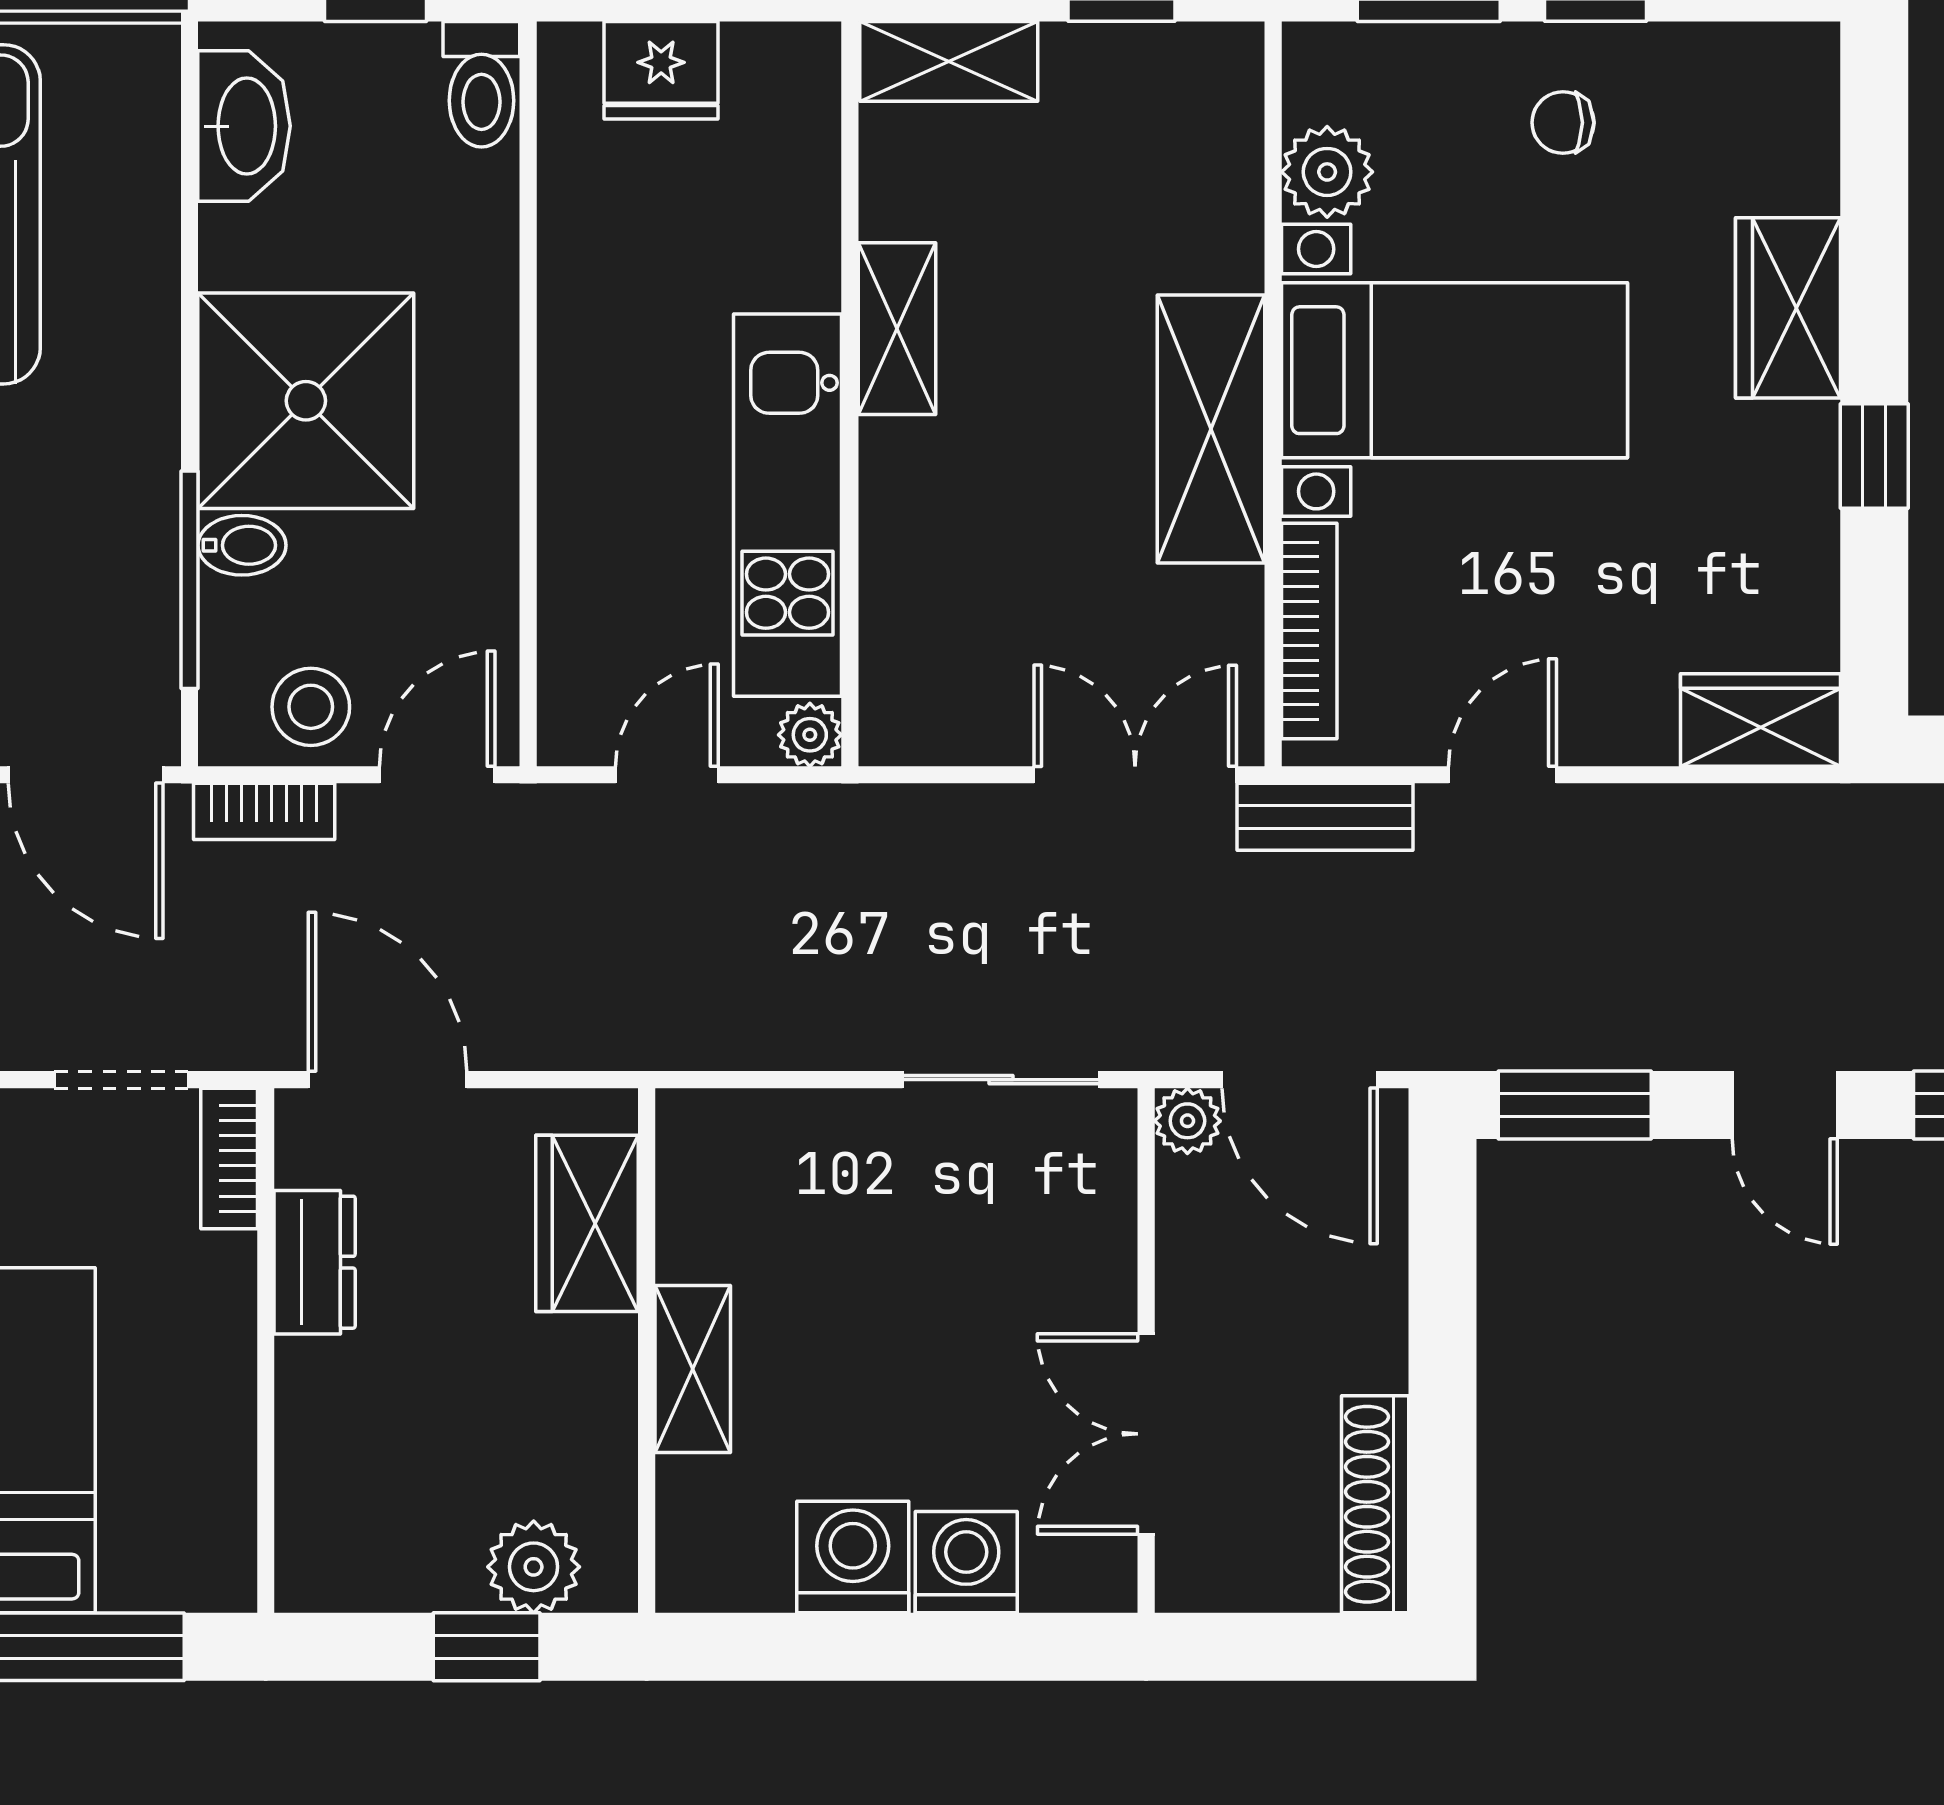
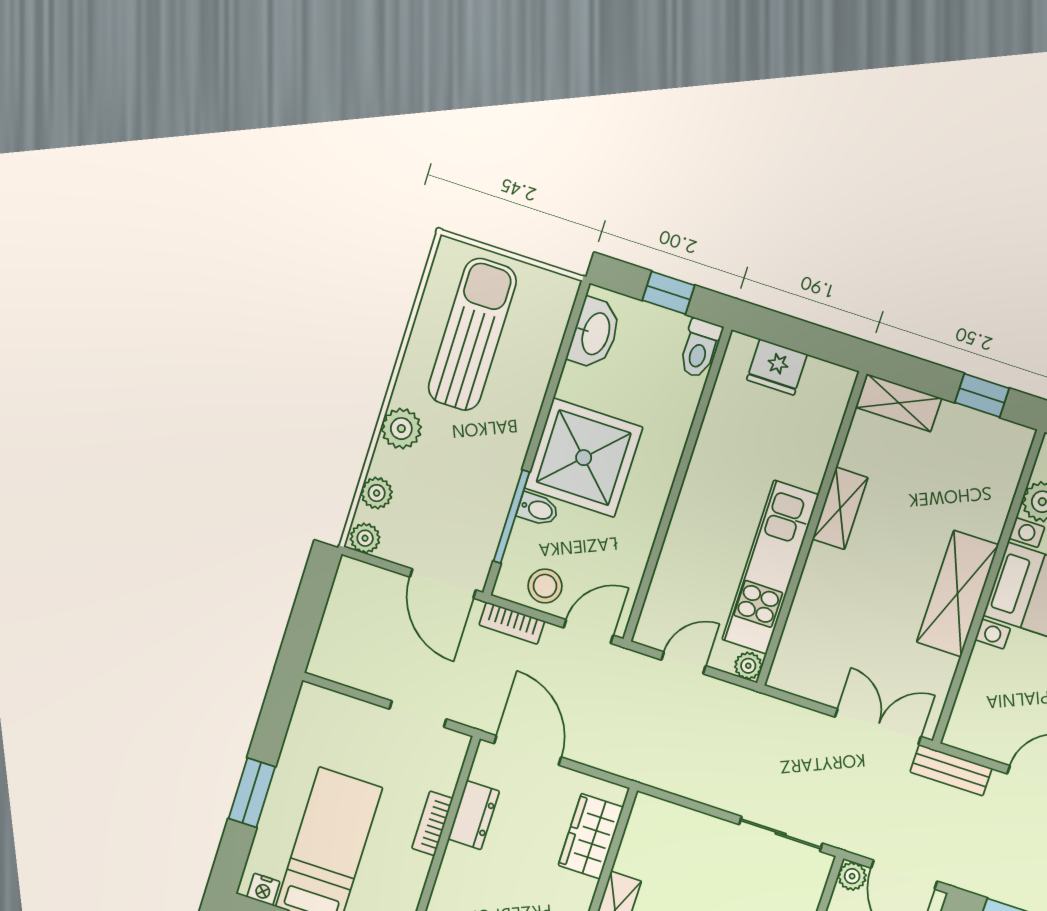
bookcase: (1309, 631) -> (970, 691), removed
bookcase: (229, 1158) -> (432, 823), moved

